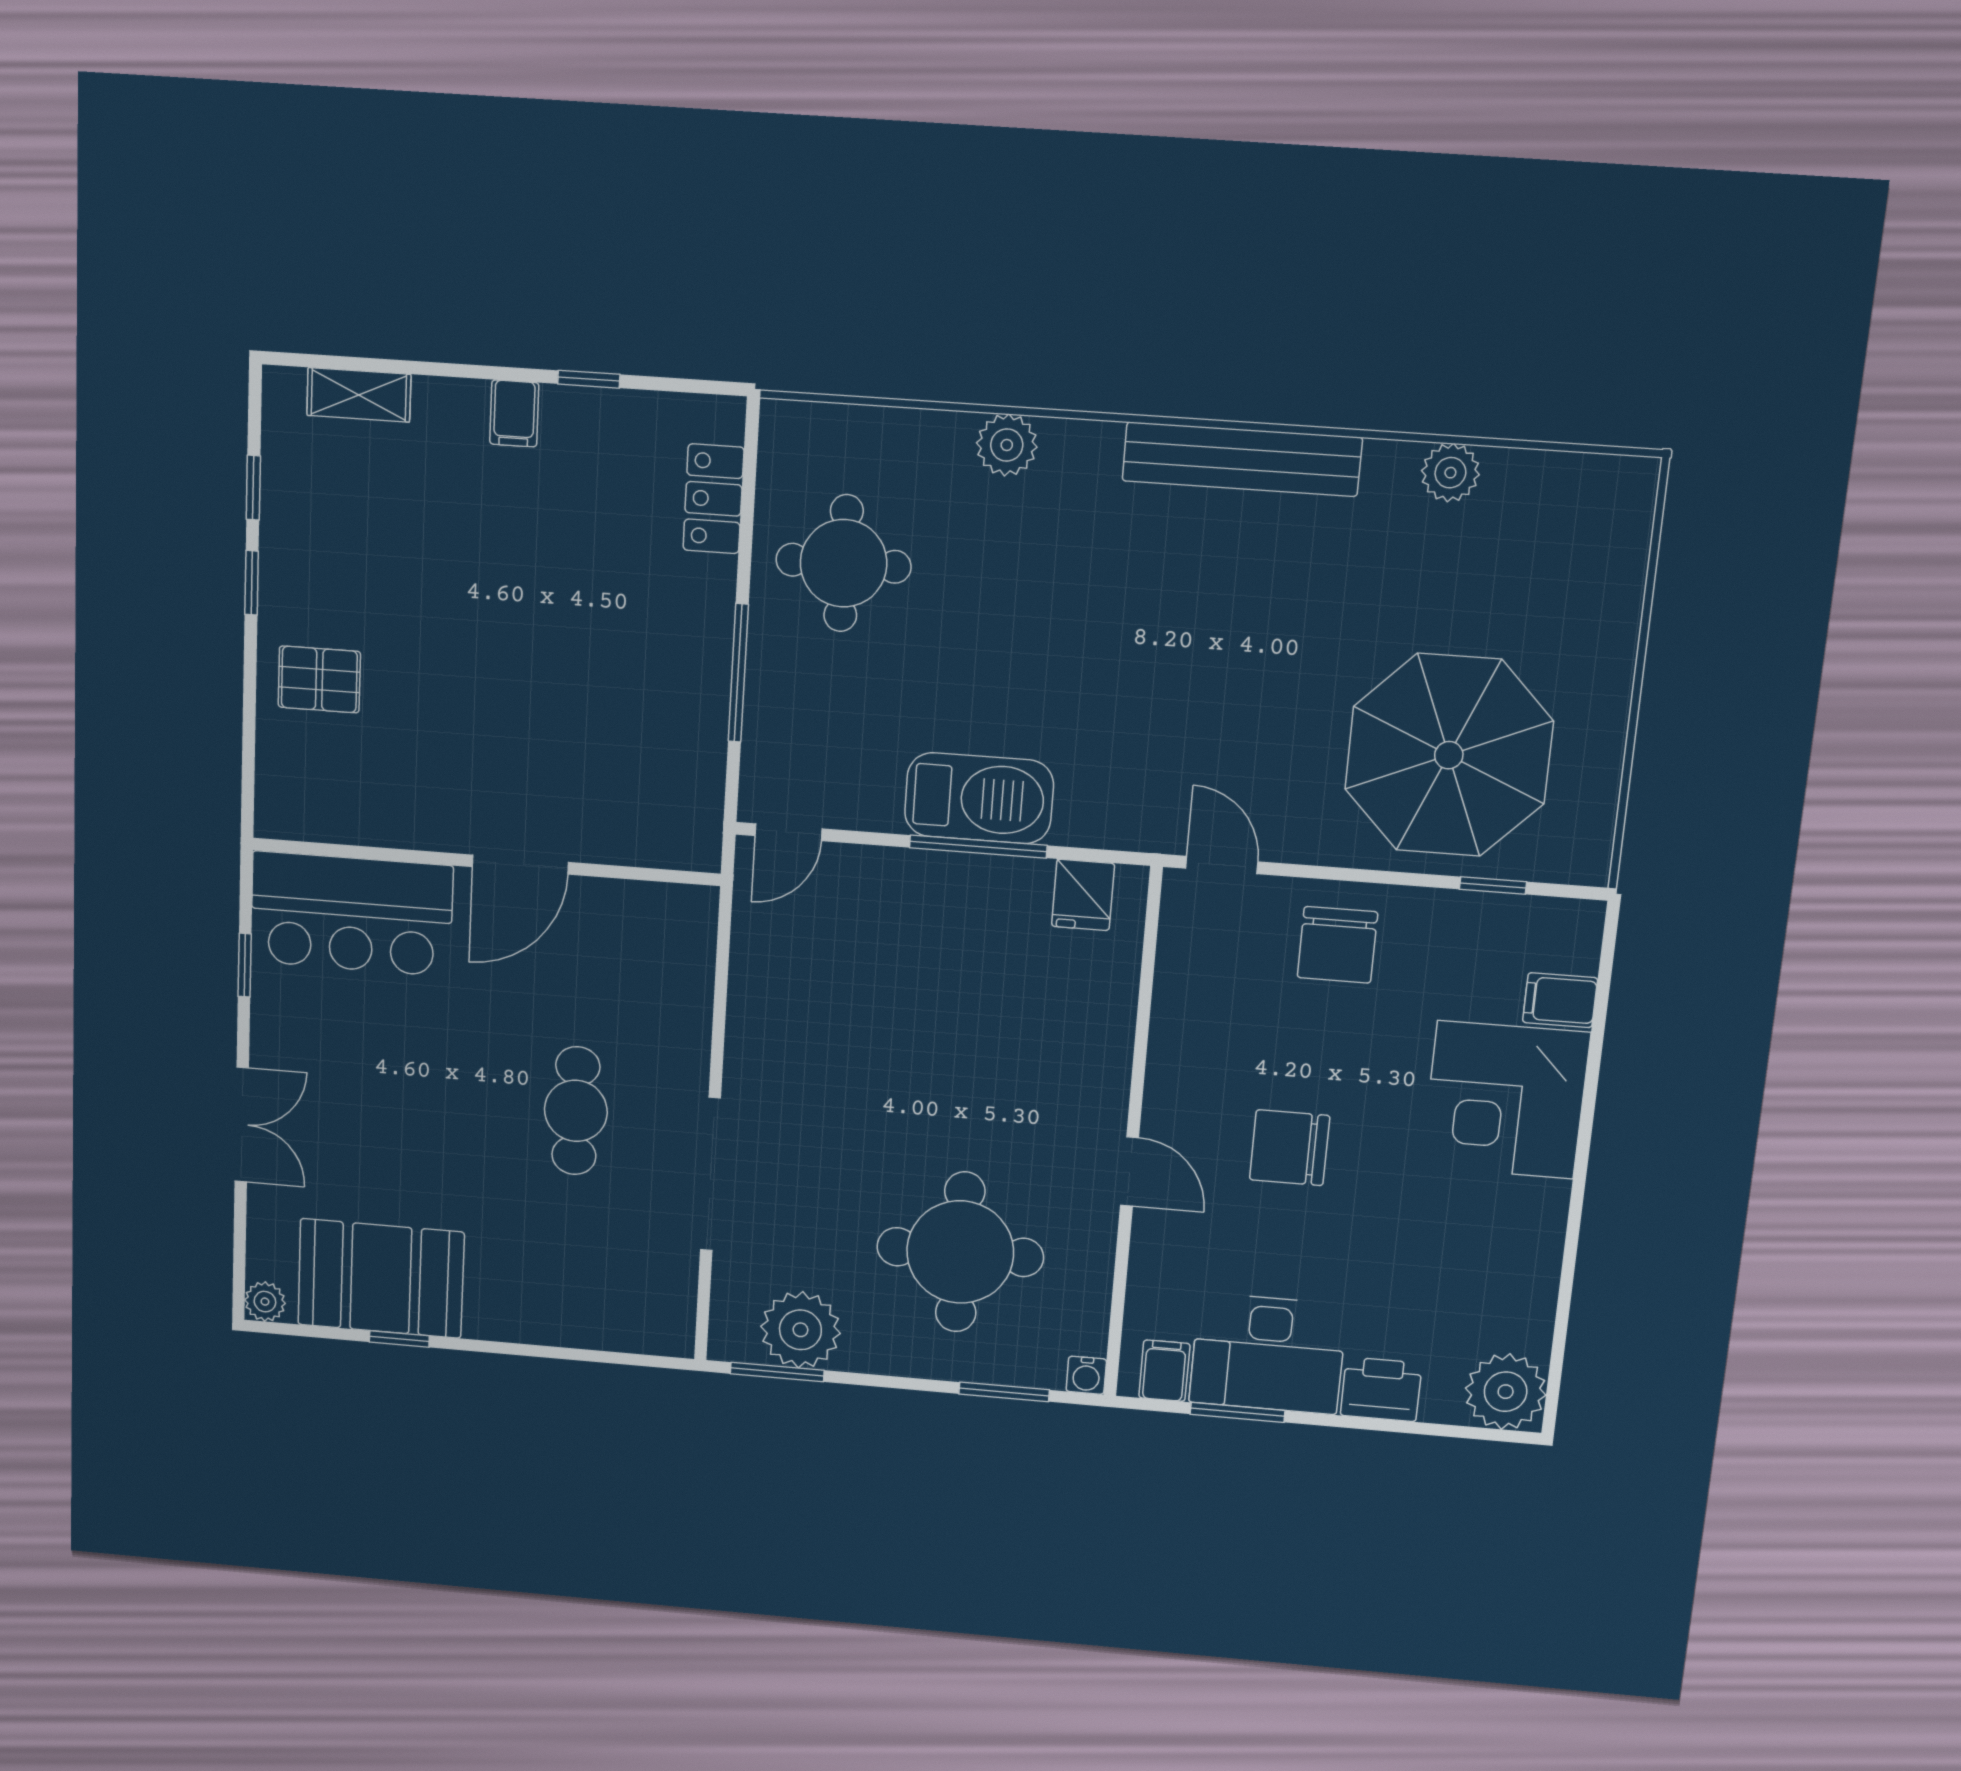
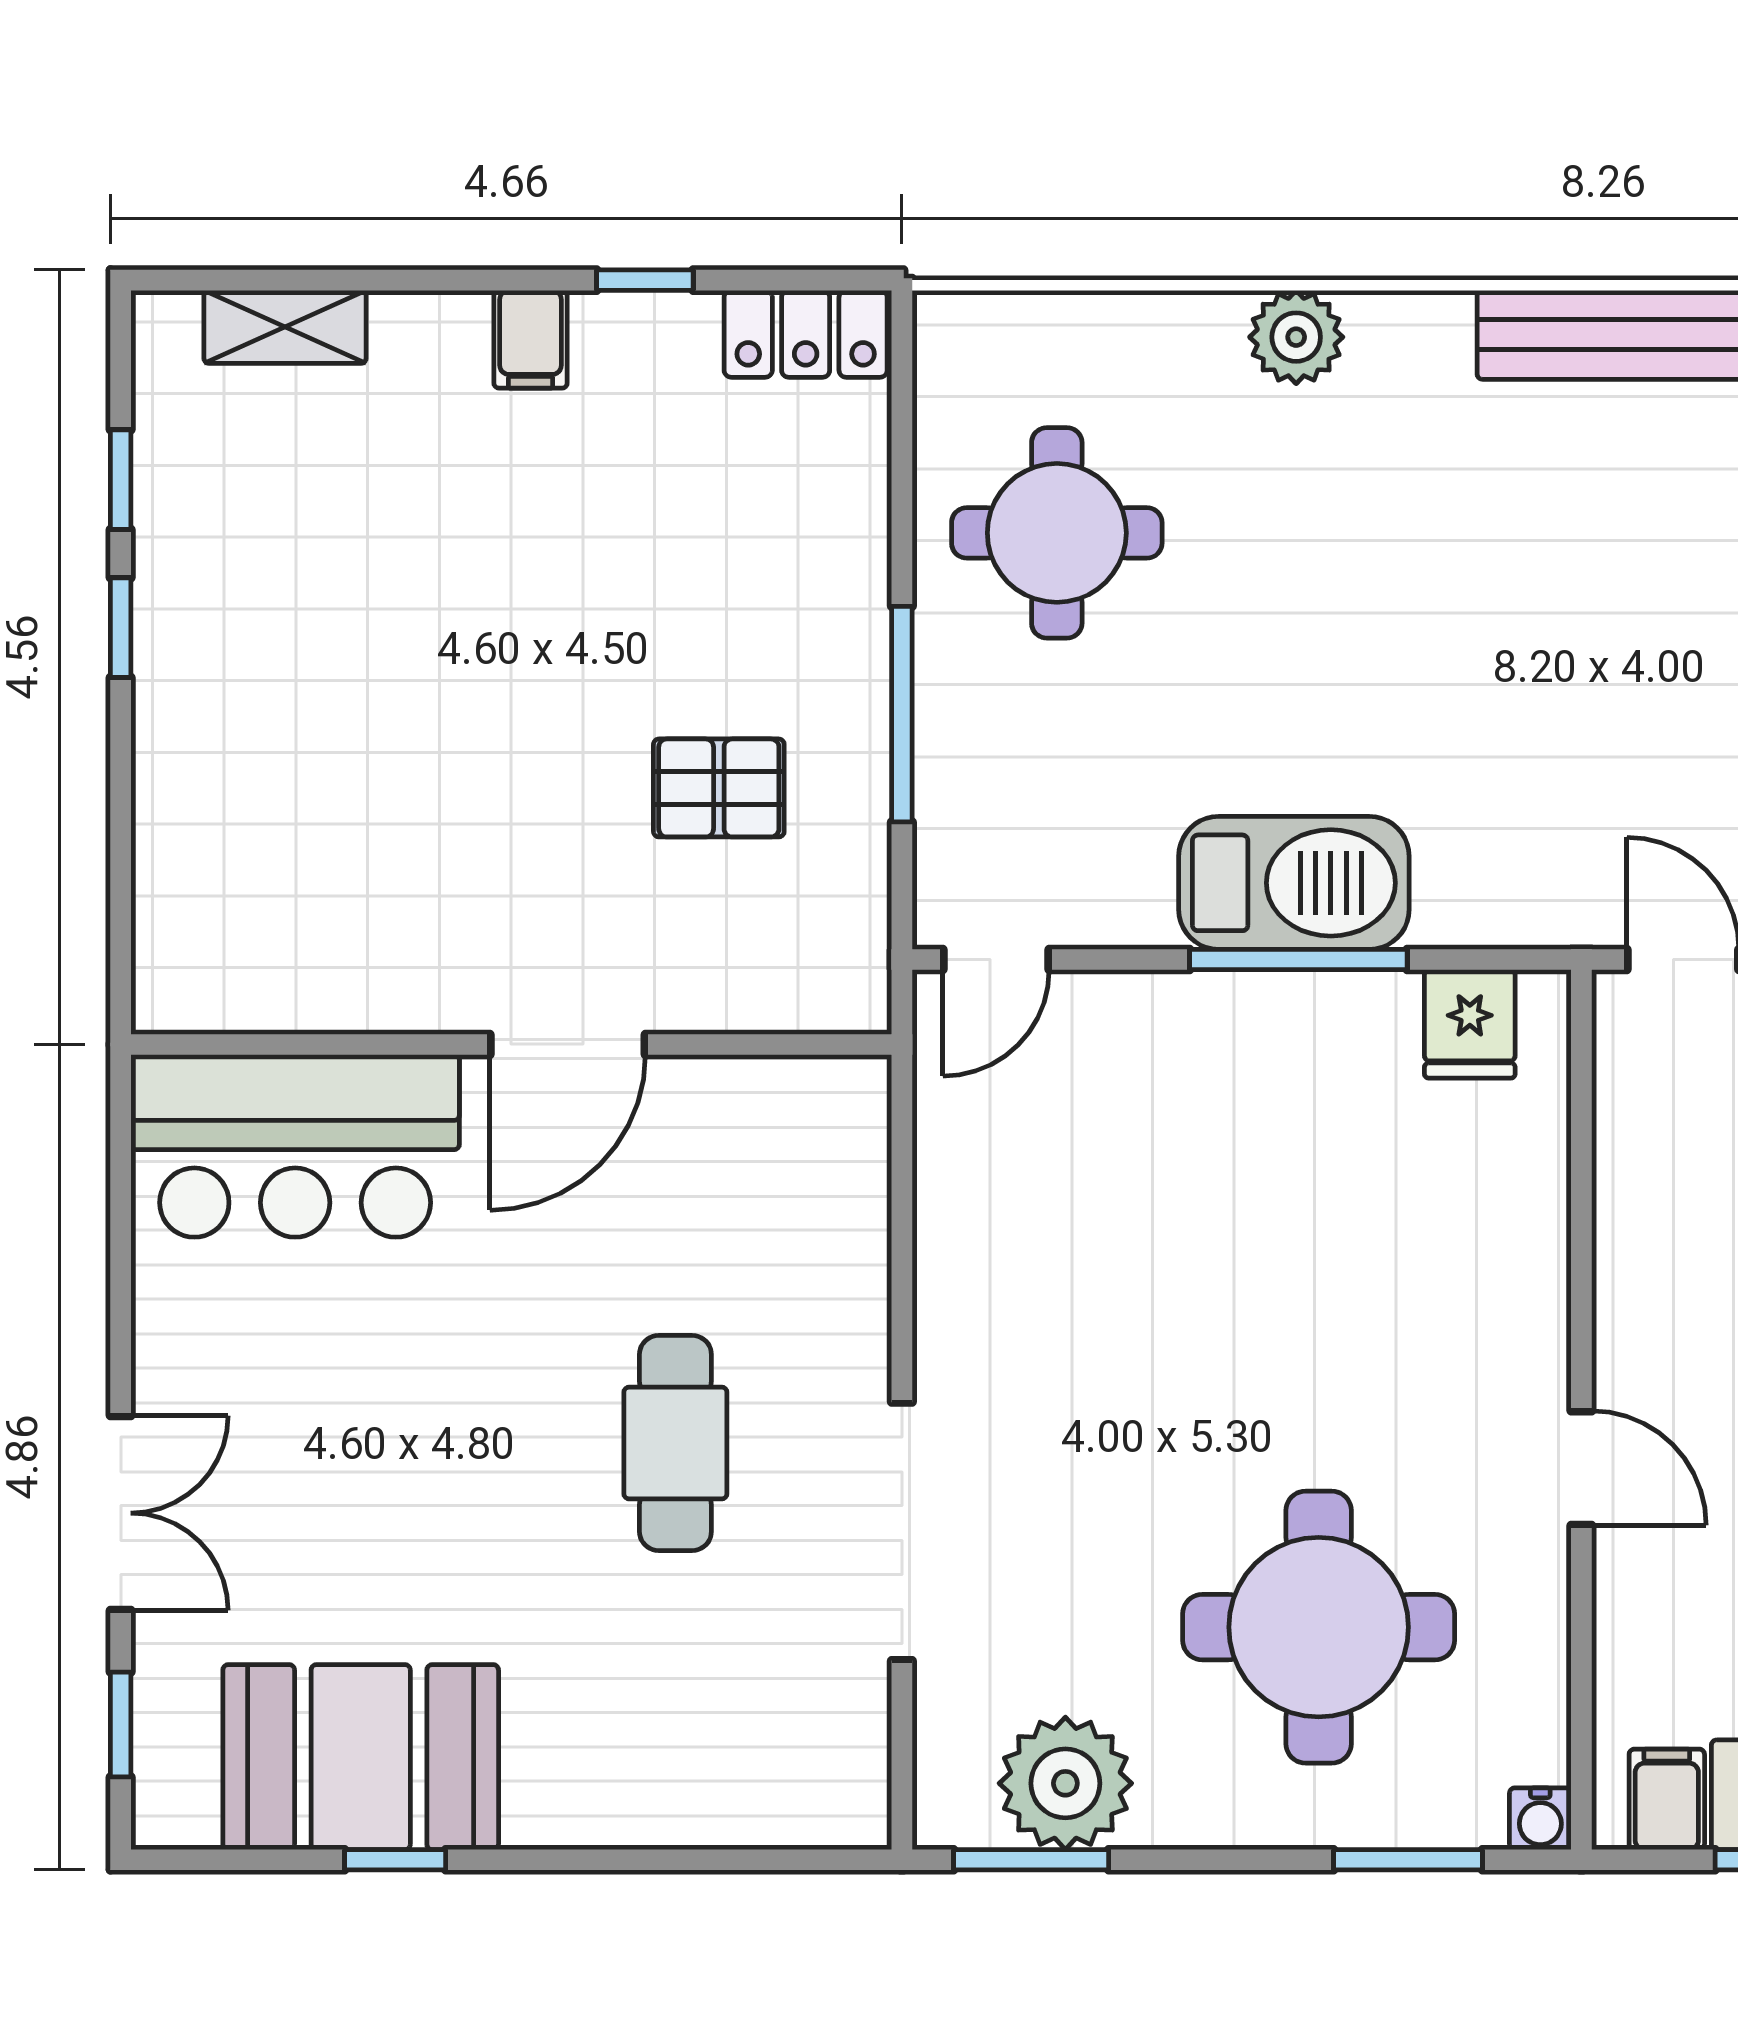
locker: (713, 499) -> (806, 334), moved, turned -90
pallet: (319, 679) -> (719, 788), moved
window: (245, 965) -> (121, 1725), moved
plant: (265, 1302) -> (165, 1815), removed

